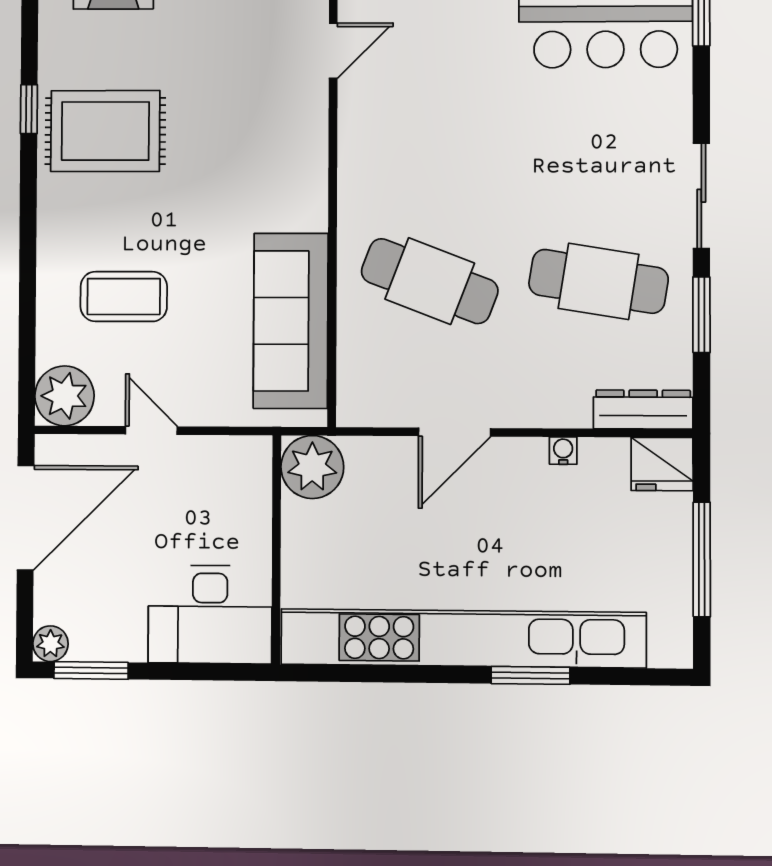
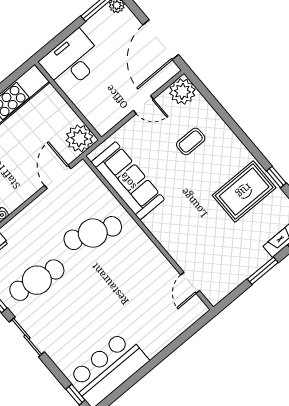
coffee table: (124, 297) -> (191, 141), width x0.73, depth x0.77
door: (454, 432) -> (58, 177), moved

